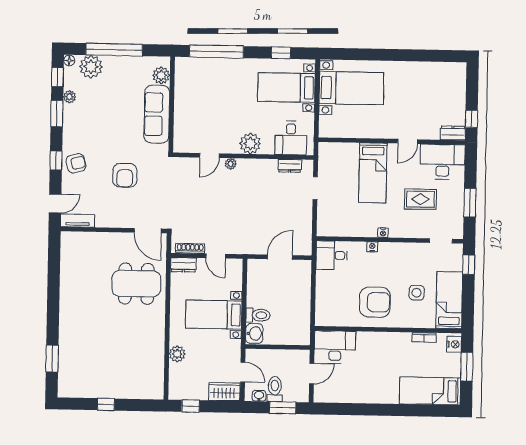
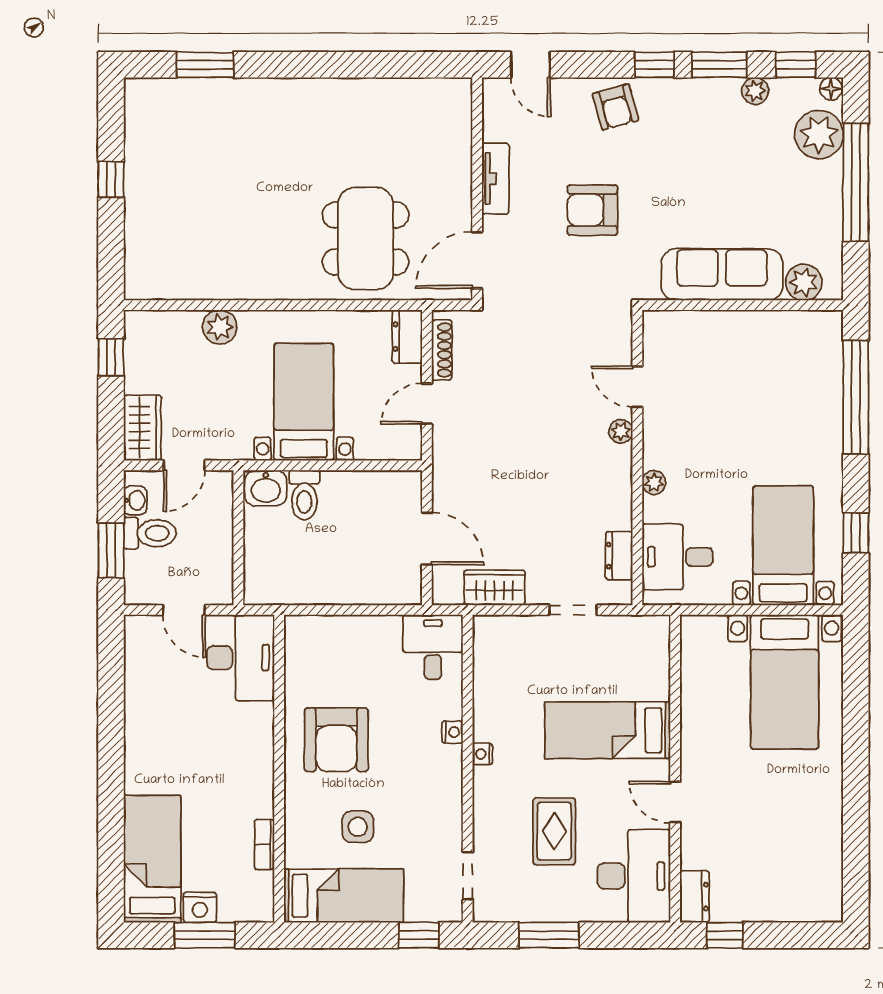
plant: (250, 143) -> (654, 482), width x0.53, depth x0.53
window: (56, 161) -> (654, 65), moved
tv unit: (78, 221) -> (495, 179), moved
wardrobe: (304, 225) -> (494, 588), added
nightstand: (454, 344) -> (200, 907), moved

